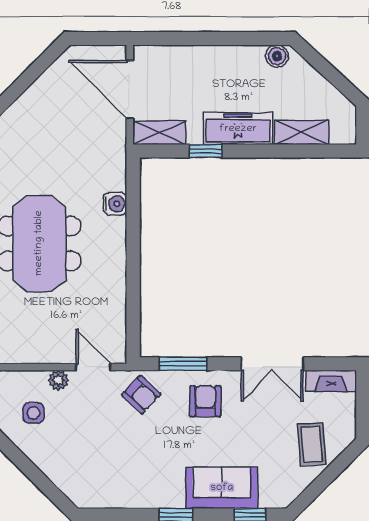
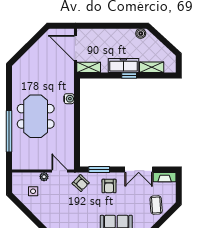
window: (205, 151) -> (129, 75), moved
armchair: (205, 401) -> (109, 186), turned 180

